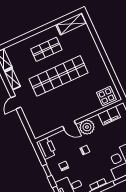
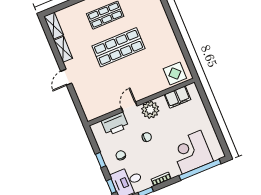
shop shelf: (59, 76) -> (119, 47), width x0.71
door: (69, 125) -> (129, 107), swing flipped
printer: (47, 148) -> (115, 124), moved, turned 90

